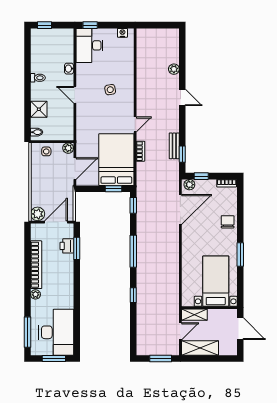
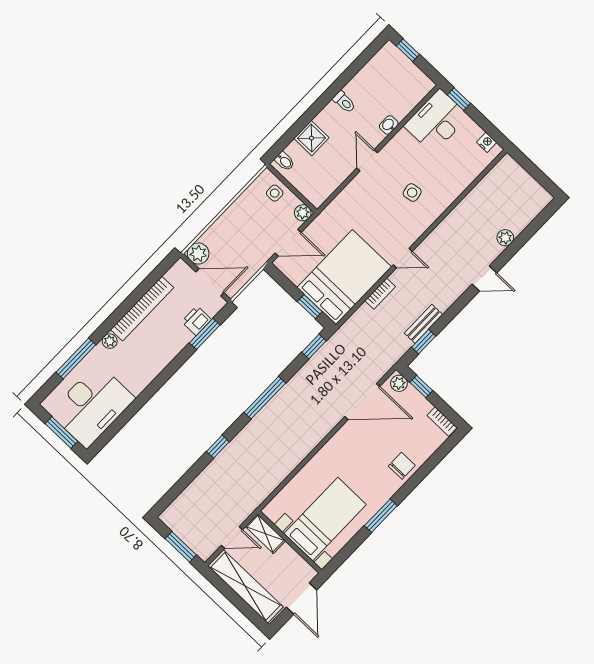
door: (182, 97) -> (484, 278), hinge flipped
window: (28, 332) -> (76, 359), moved
shelving: (200, 348) -> (245, 586), width x1.47

